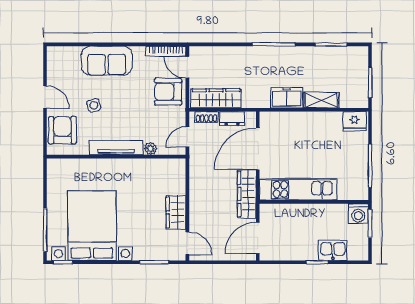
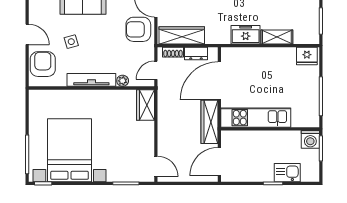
wardrobe: (176, 212) -> (145, 105), moved

